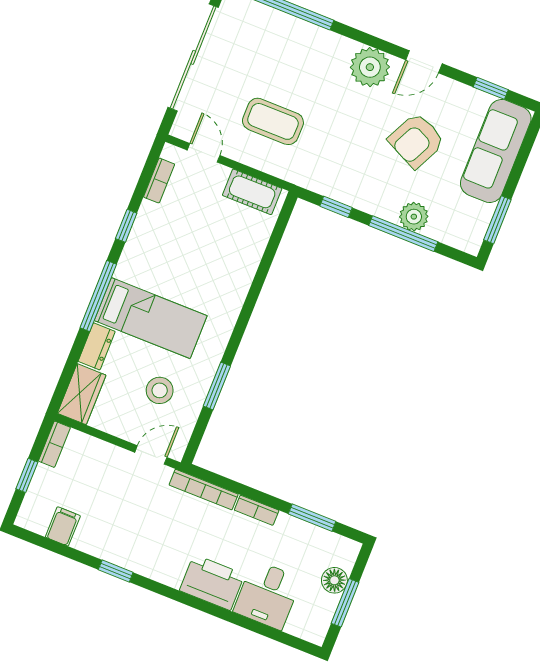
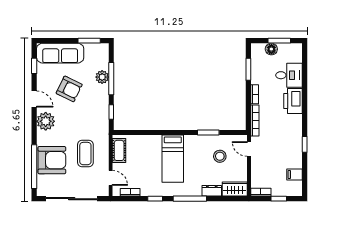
armchair: (287, 48) -> (52, 160), added
door: (204, 153) -> (111, 178), swing flipped
bed: (151, 318) -> (173, 159), moved, turned 180

